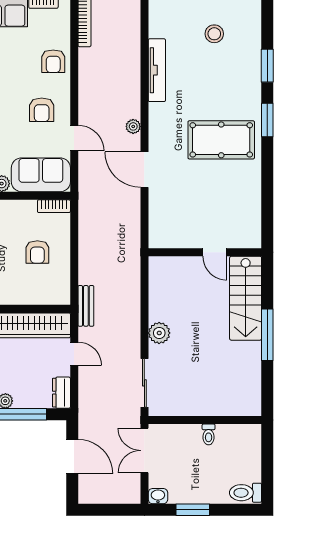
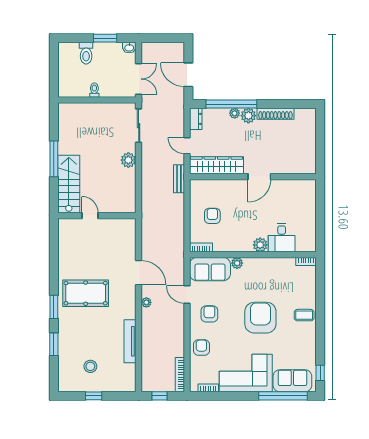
toilet: (246, 493) -> (86, 53), moved, turned 90

